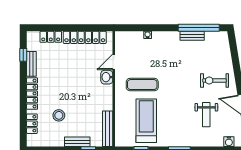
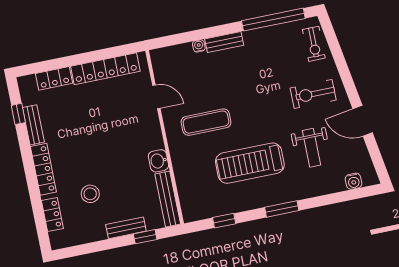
bench: (192, 36) -> (224, 42), moved
exercise bike: (221, 49) -> (314, 44), added
door: (114, 62) -> (156, 97), swing flipped
washbasin: (107, 77) -> (158, 161), moved
treadmill: (146, 121) -> (250, 163), moved, turned -90

